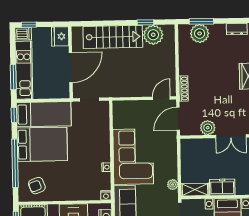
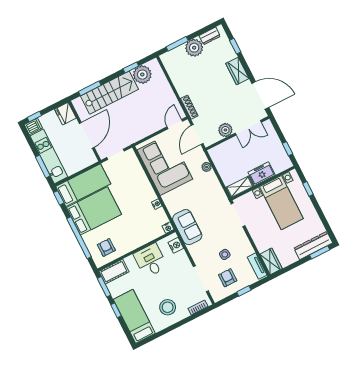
window: (96, 23) -> (90, 88), added
plant: (200, 33) -> (194, 48), moved
corner sofa: (133, 157) -> (165, 165), moved
plant: (173, 185) -> (207, 167), moved
armchair: (37, 186) -> (106, 247), turned 110

